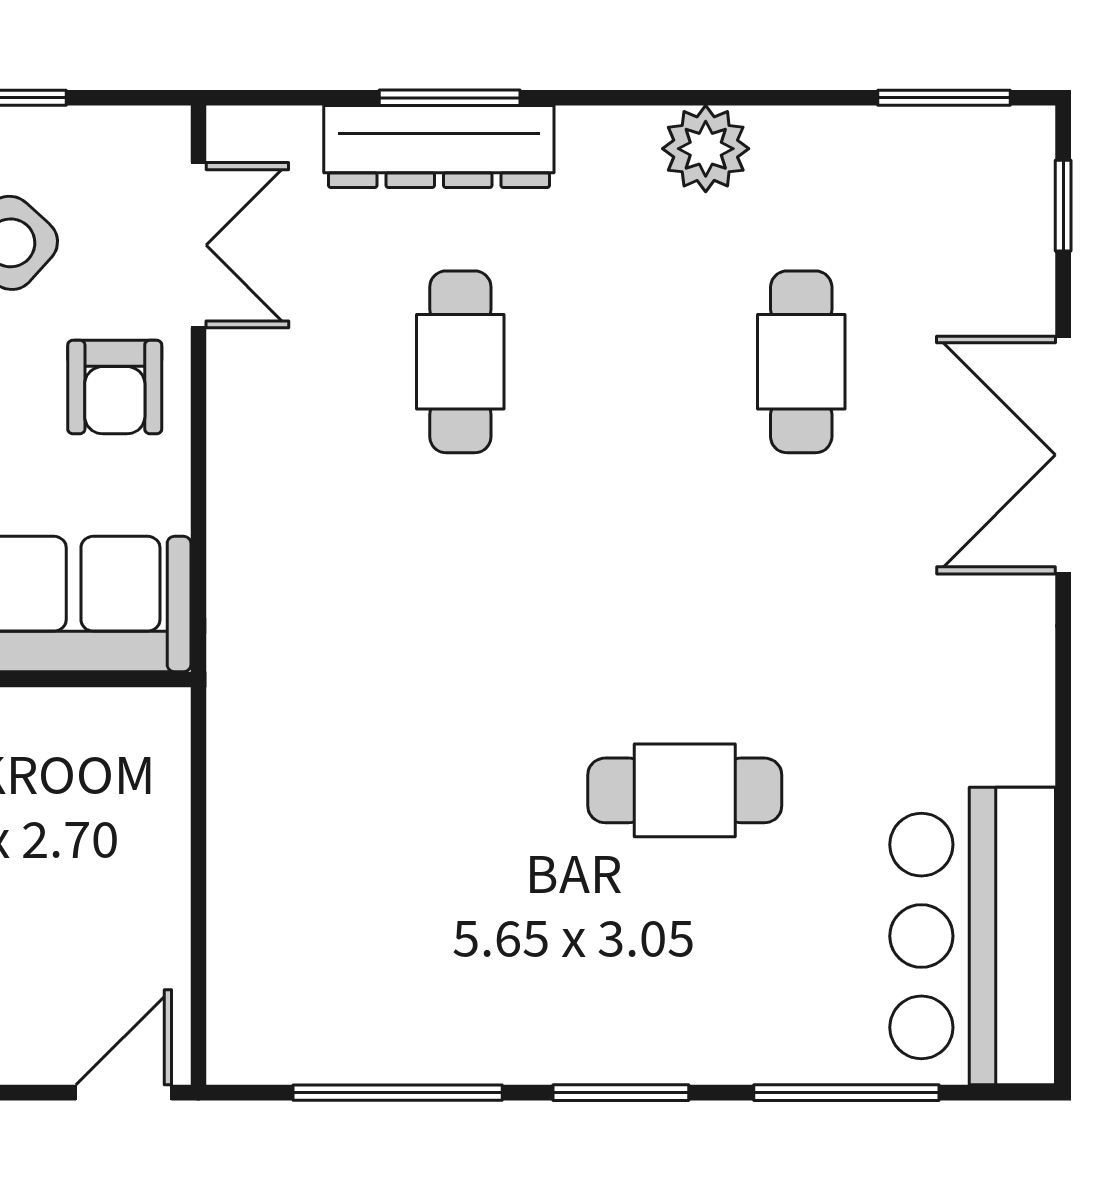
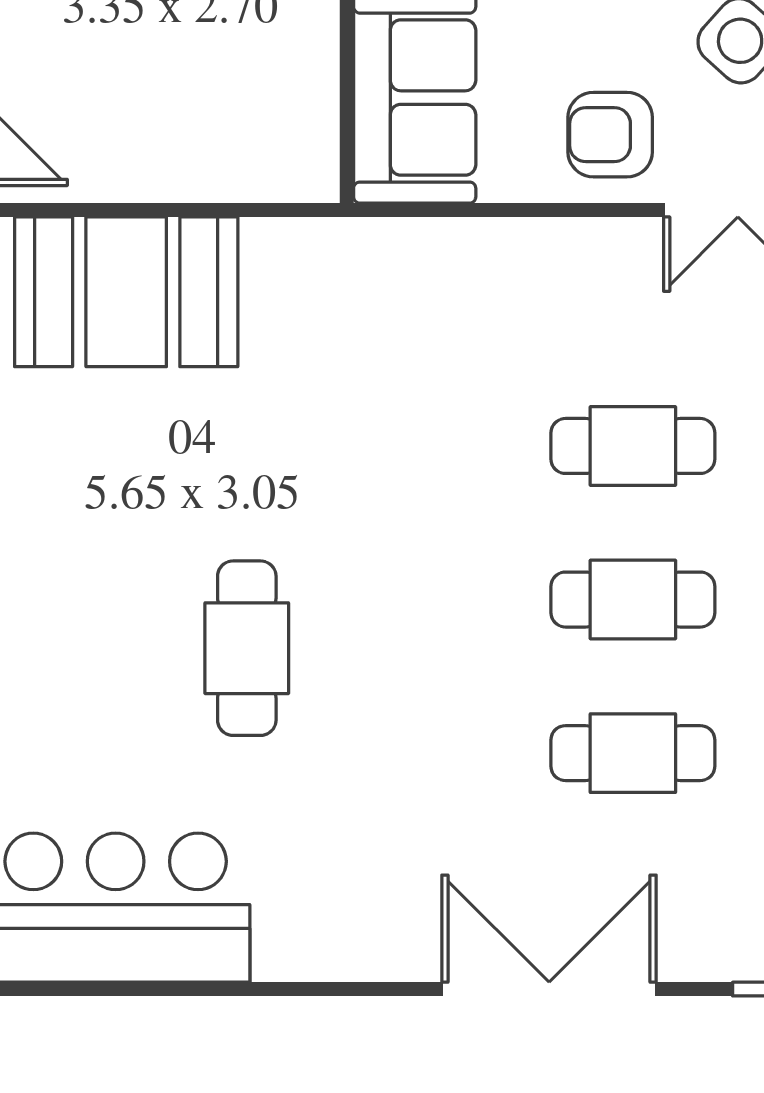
cafe table: (631, 362) -> (633, 600), added
booth: (289, 924) -> (126, 292), added

